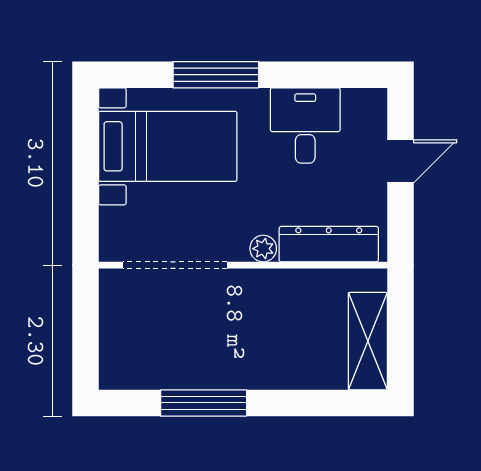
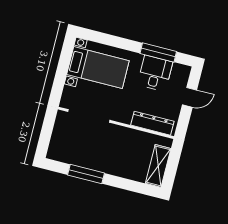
window: (216, 75) -> (158, 52), moved
plant: (263, 249) -> (126, 118), removed

